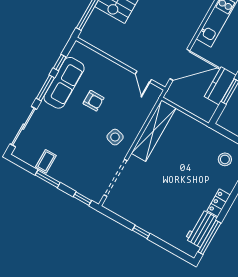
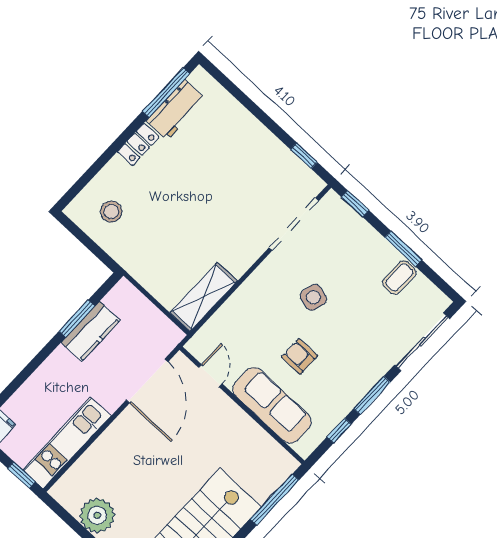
door: (180, 65) -> (147, 381), swing flipped
sofa: (64, 83) -> (272, 405), moved, turned 90
shelving: (154, 131) -> (204, 297), width x0.68
side table: (115, 137) -> (313, 297), moved
window: (141, 232) -> (304, 156), moved

